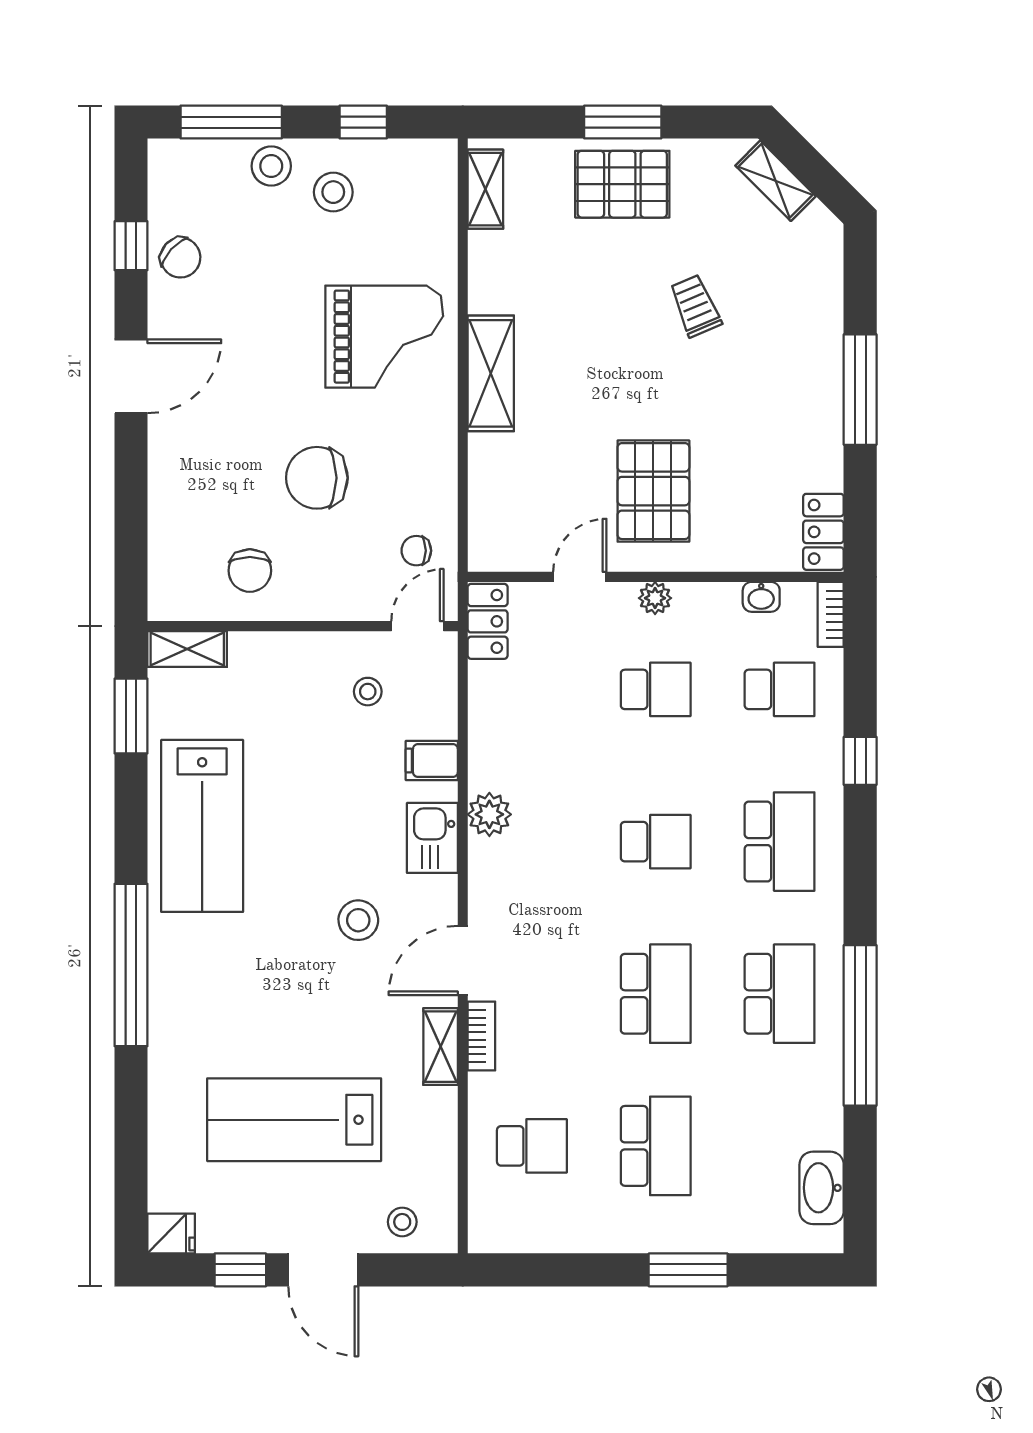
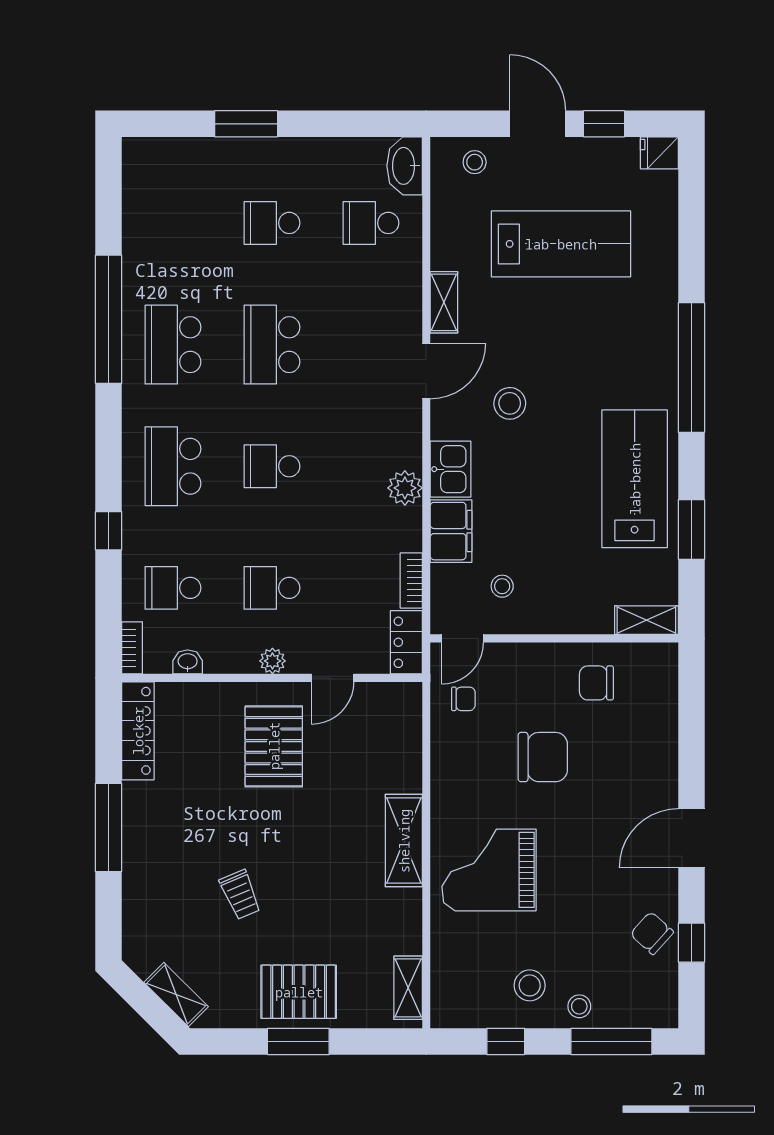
stool: (271, 166) -> (579, 1006), width x0.73, depth x0.73
locker: (823, 532) -> (138, 731), width x1.53
chair: (250, 571) -> (596, 683), turned -90
window: (131, 716) -> (691, 529), moved
filing cabinet: (432, 761) -> (451, 531), width x2.00
bookcase: (481, 1036) -> (411, 580), moved
school desk: (656, 1146) -> (272, 223), width x0.54
washbasin: (822, 1188) -> (405, 166), moved, turned 180

